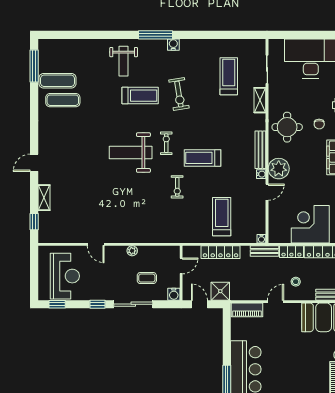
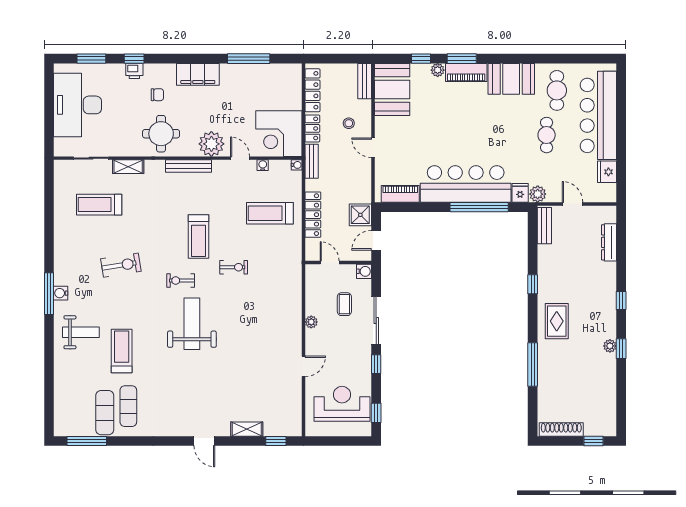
water cooler: (173, 45) -> (61, 293), moved
treadmill: (140, 96) -> (122, 351), moved
weight bench: (131, 153) -> (192, 324), turned 180
water cooler: (261, 174) -> (263, 165), moved
corner desk: (310, 224) -> (279, 134), moved
piano: (247, 310) -> (400, 194), moved, turned -90

